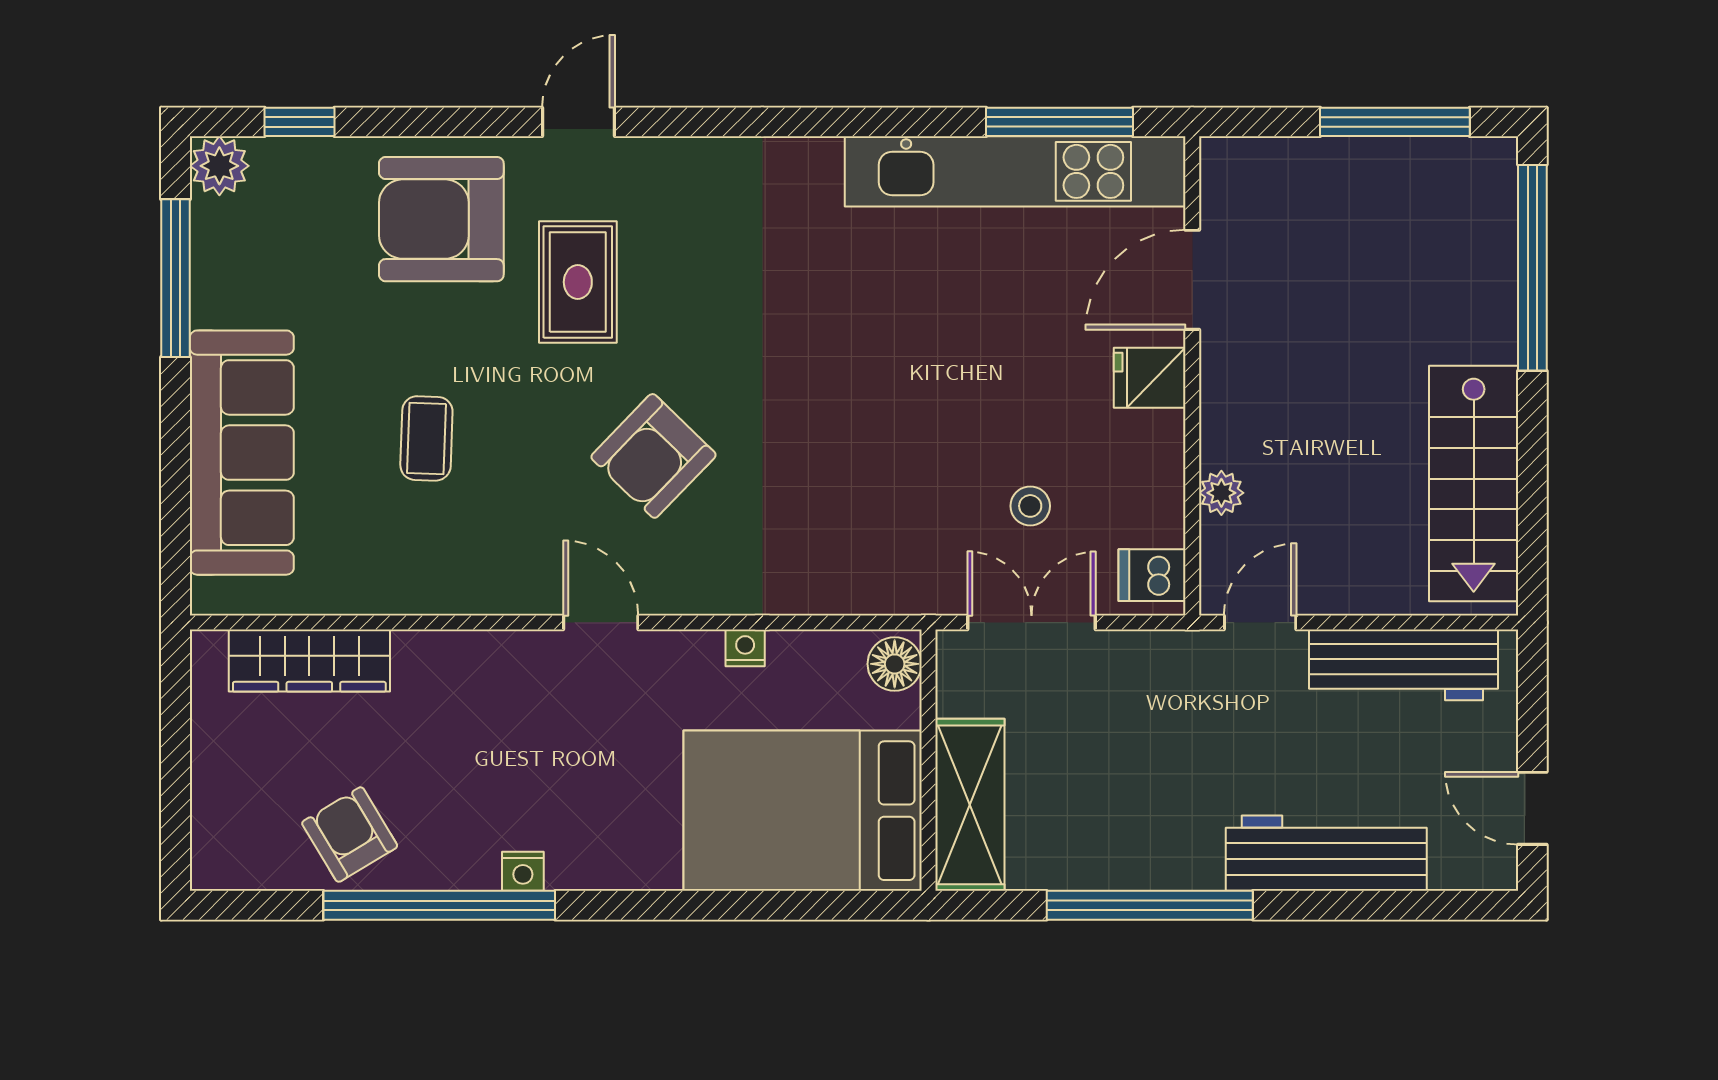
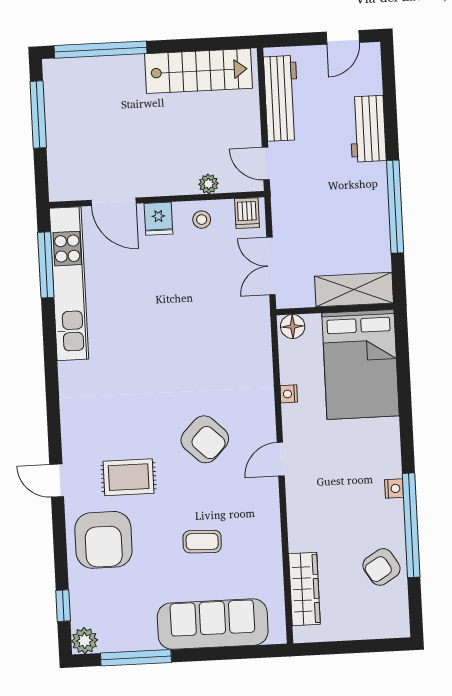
stool: (1030, 506) -> (202, 220), moved
workbench: (1326, 853) -> (368, 129), width x0.73

